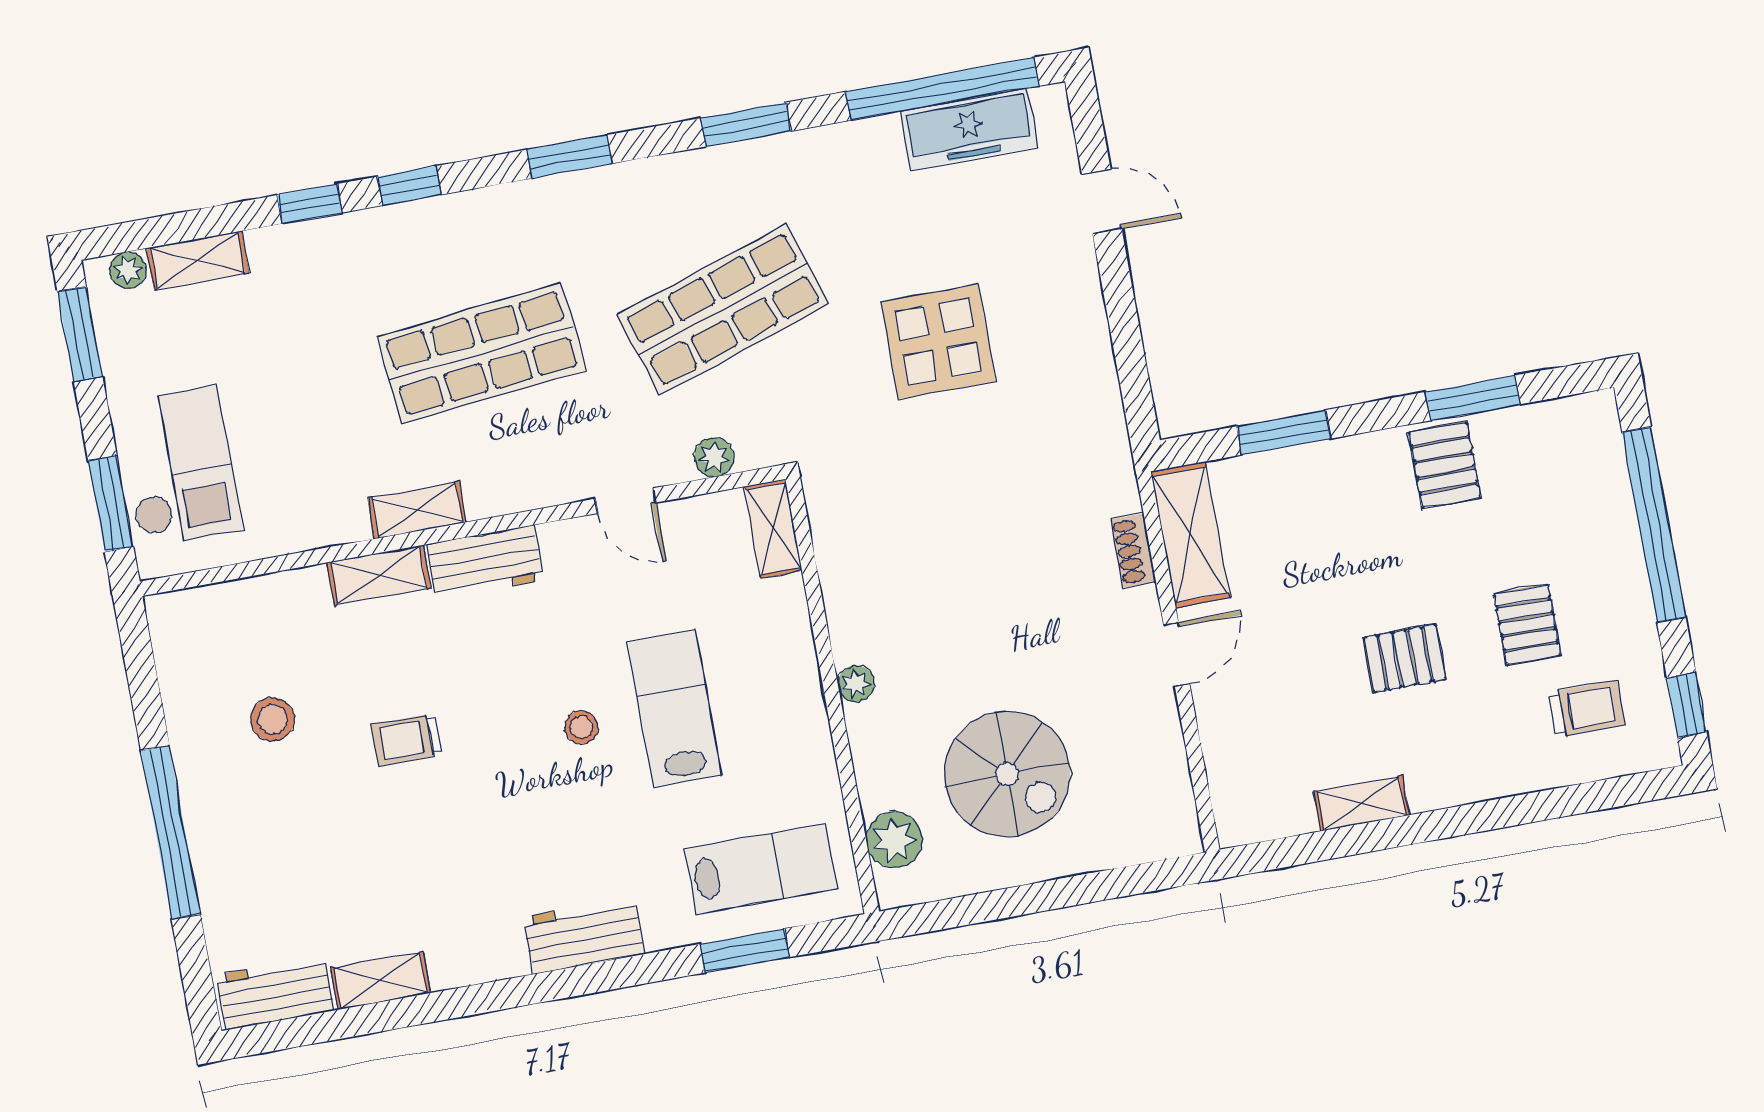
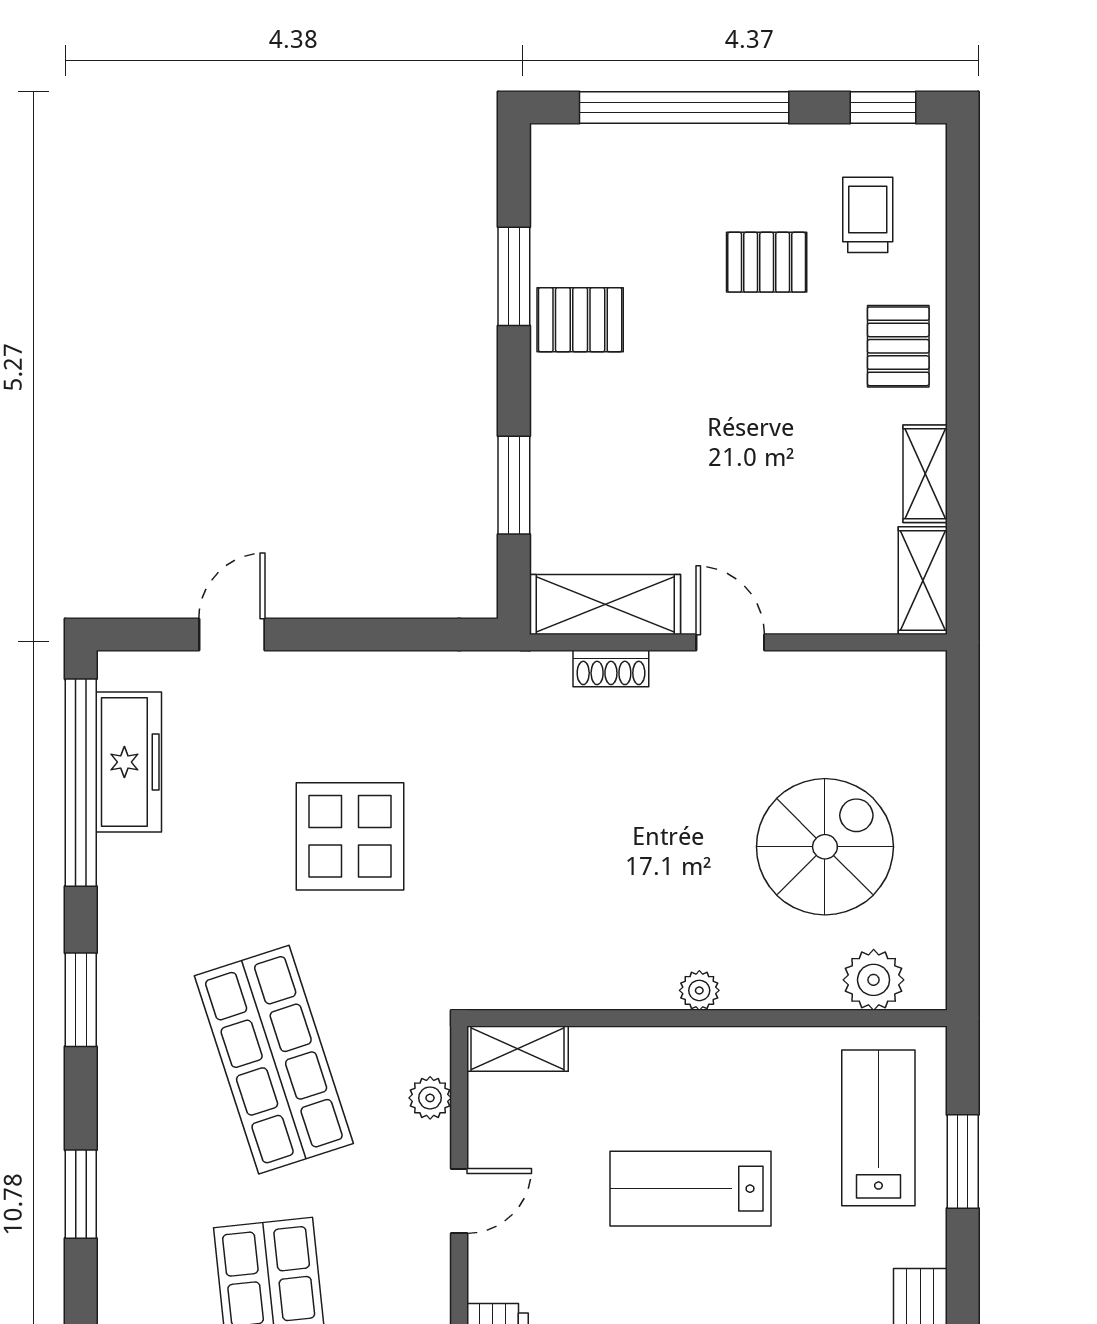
pallet: (1405, 658) -> (898, 346), moved
stool: (581, 727) -> (692, 1292), removed
shelving: (1264, 819) -> (923, 581), added

